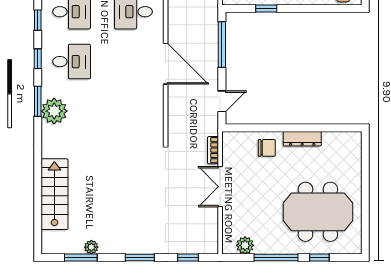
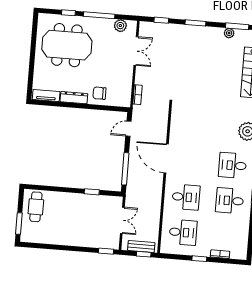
tv unit: (341, 139) -> (46, 96), added
double door: (220, 187) -> (136, 51), moved

